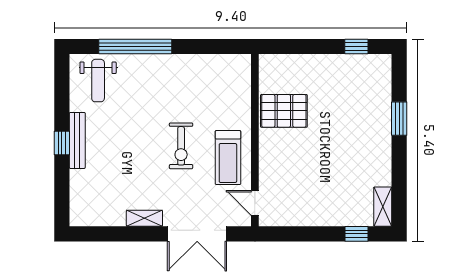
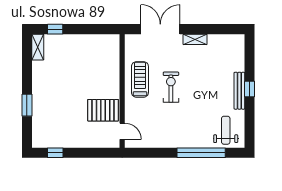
door: (255, 203) -> (122, 131), moved

